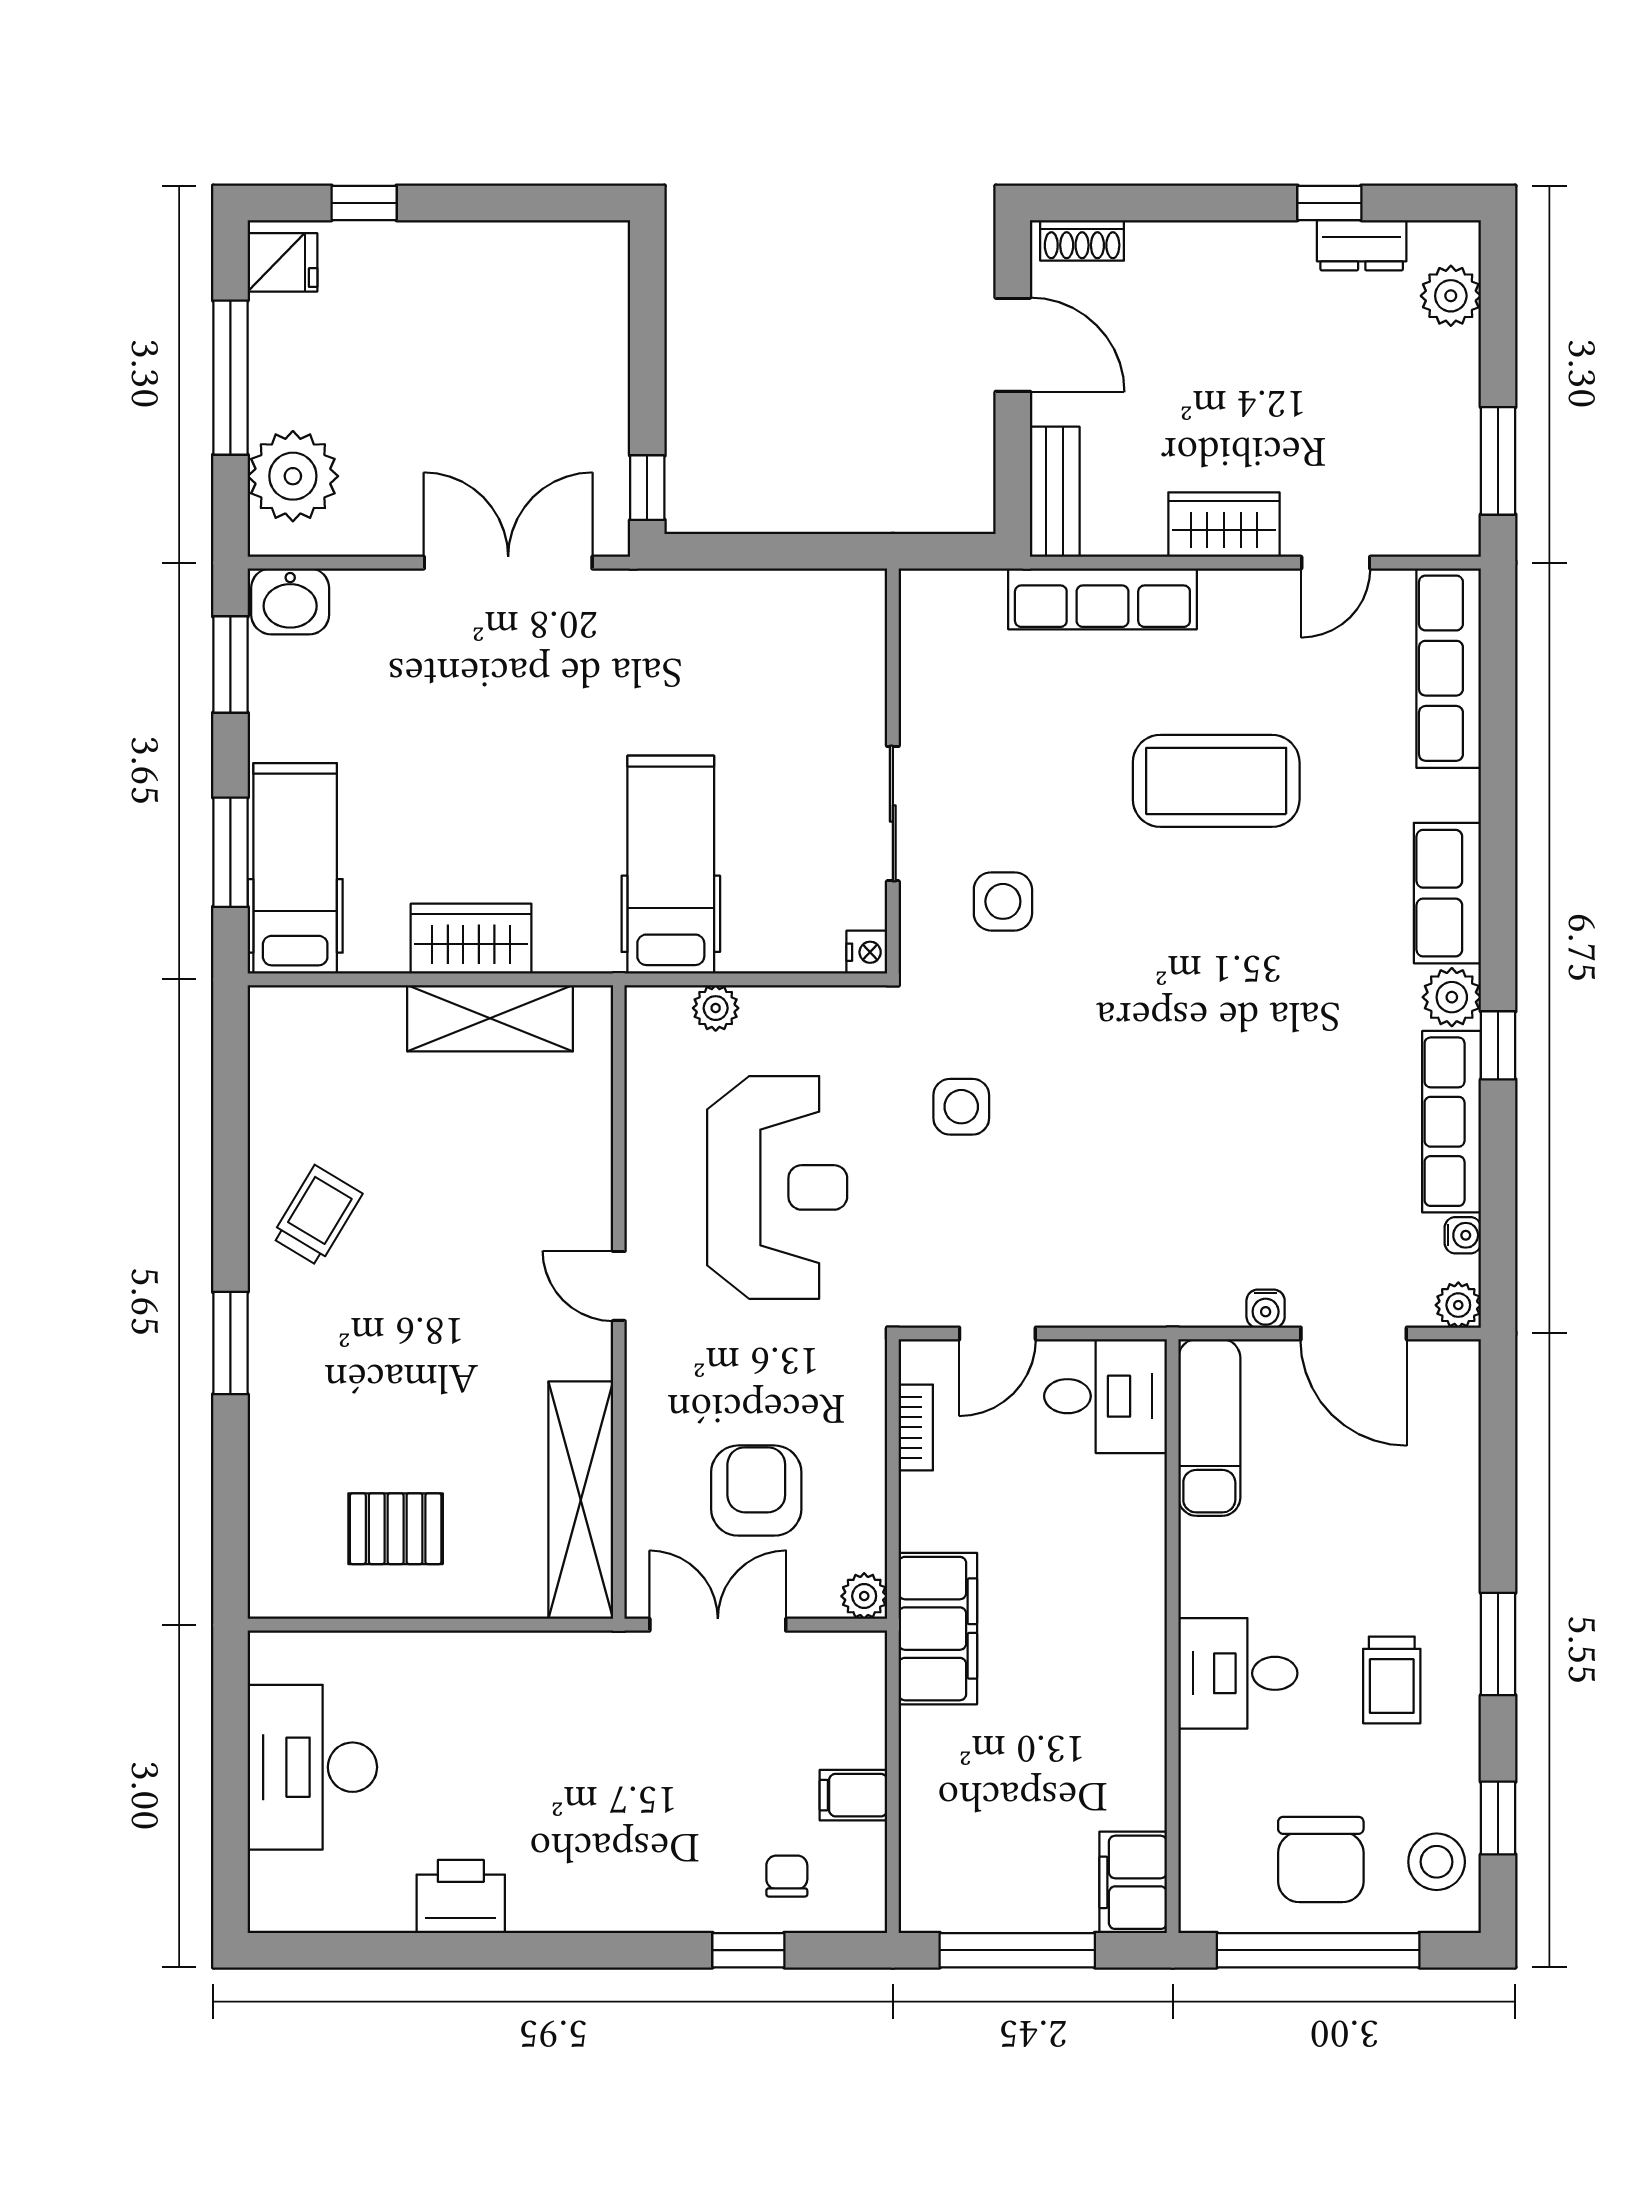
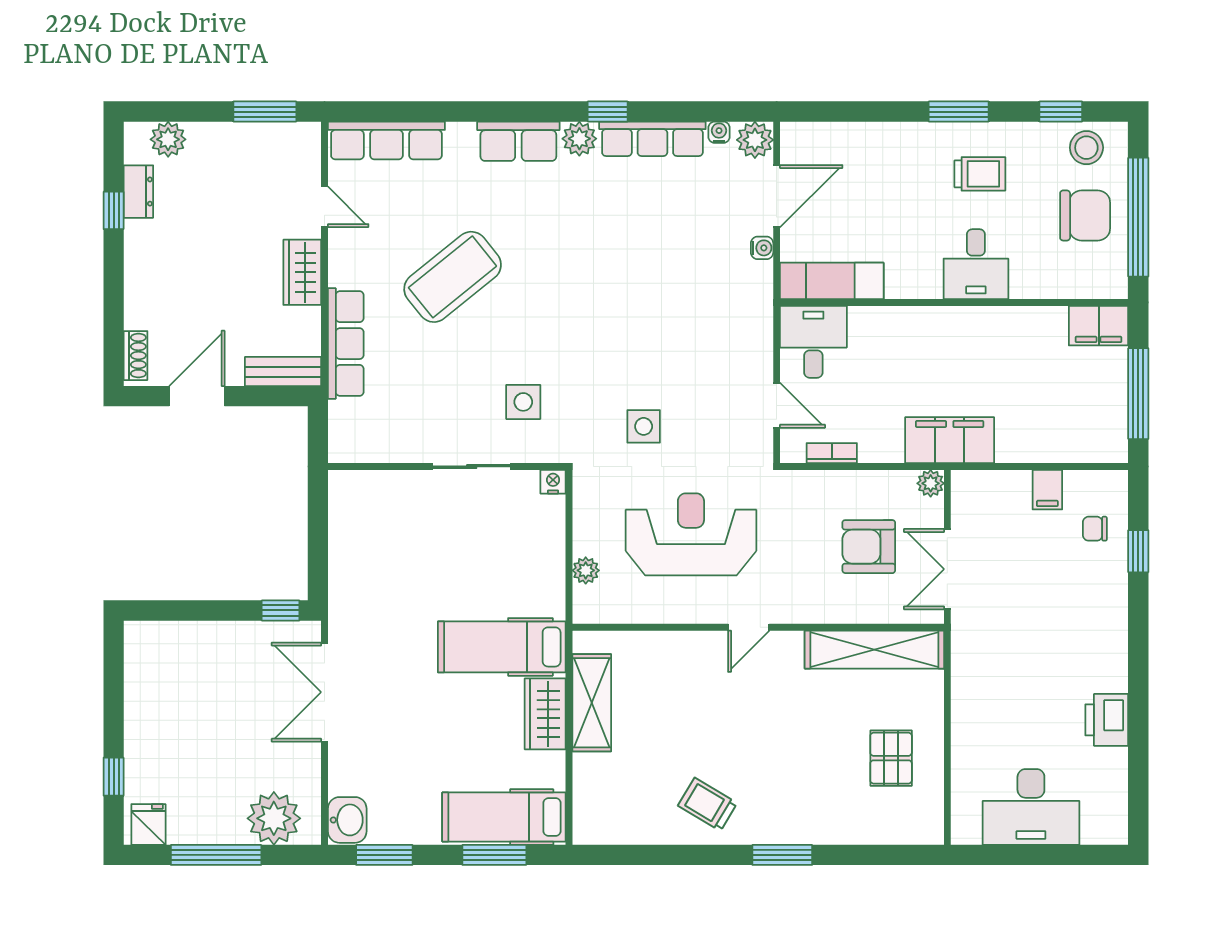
coffee table: (1216, 781) -> (453, 277), turned 51
hospital bed: (671, 865) -> (502, 647), moved
plant: (1458, 1305) -> (755, 140), width x1.38, depth x1.38

